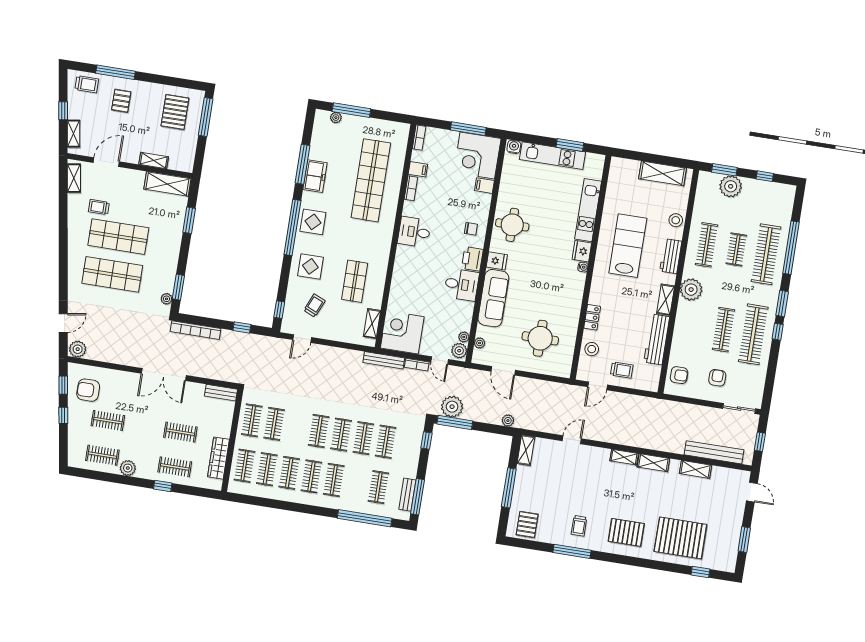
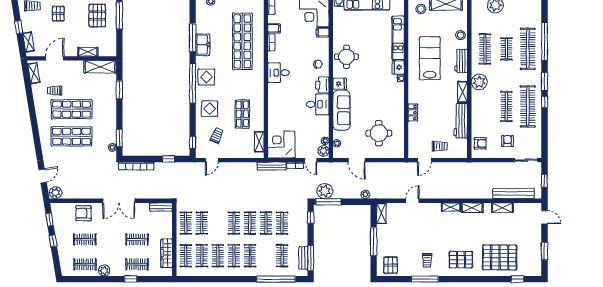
stool: (592, 349) -> (421, 9), moved
armchair: (88, 390) -> (83, 213), moved

